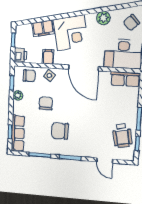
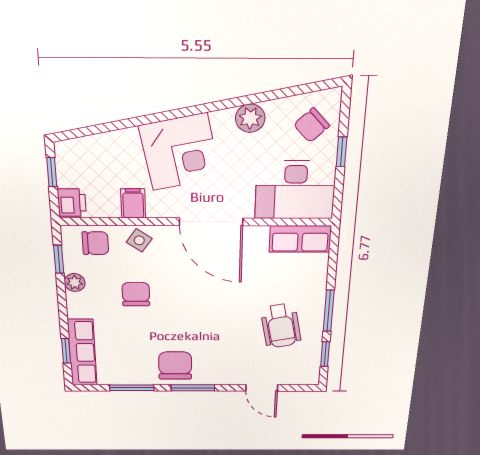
filing cabinet: (43, 28) -> (117, 145), removed
chair: (60, 131) -> (175, 366), moved, turned 90
wheelchair: (122, 136) -> (281, 326), moved

